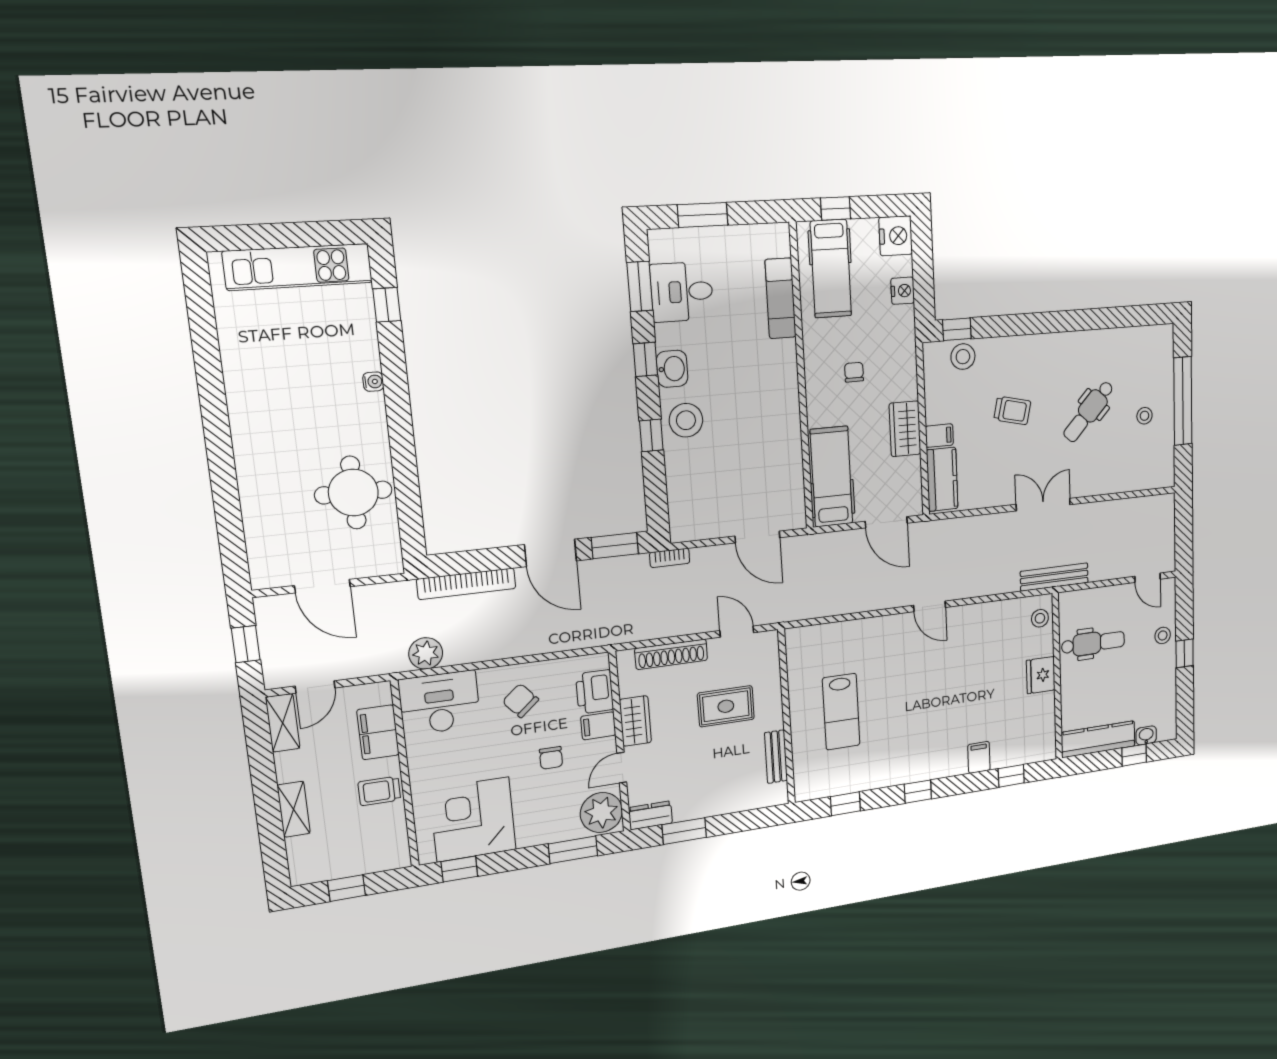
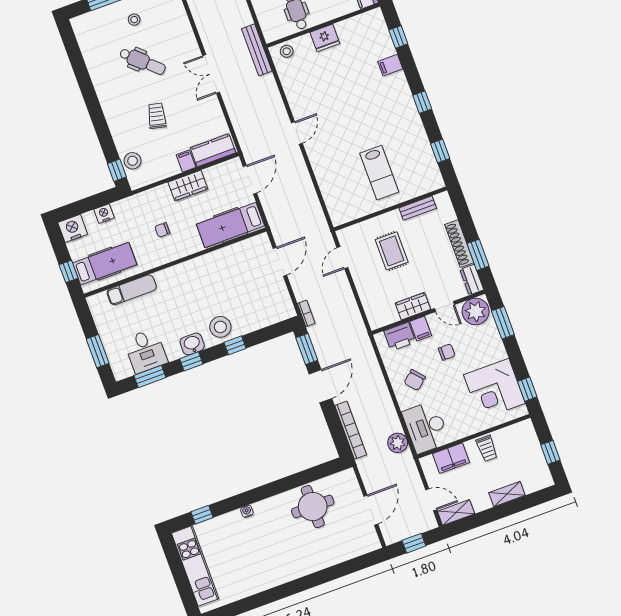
shoe rack: (671, 654) -> (459, 244), moved, turned 180
lab bench: (841, 712) -> (379, 173), turned 90

